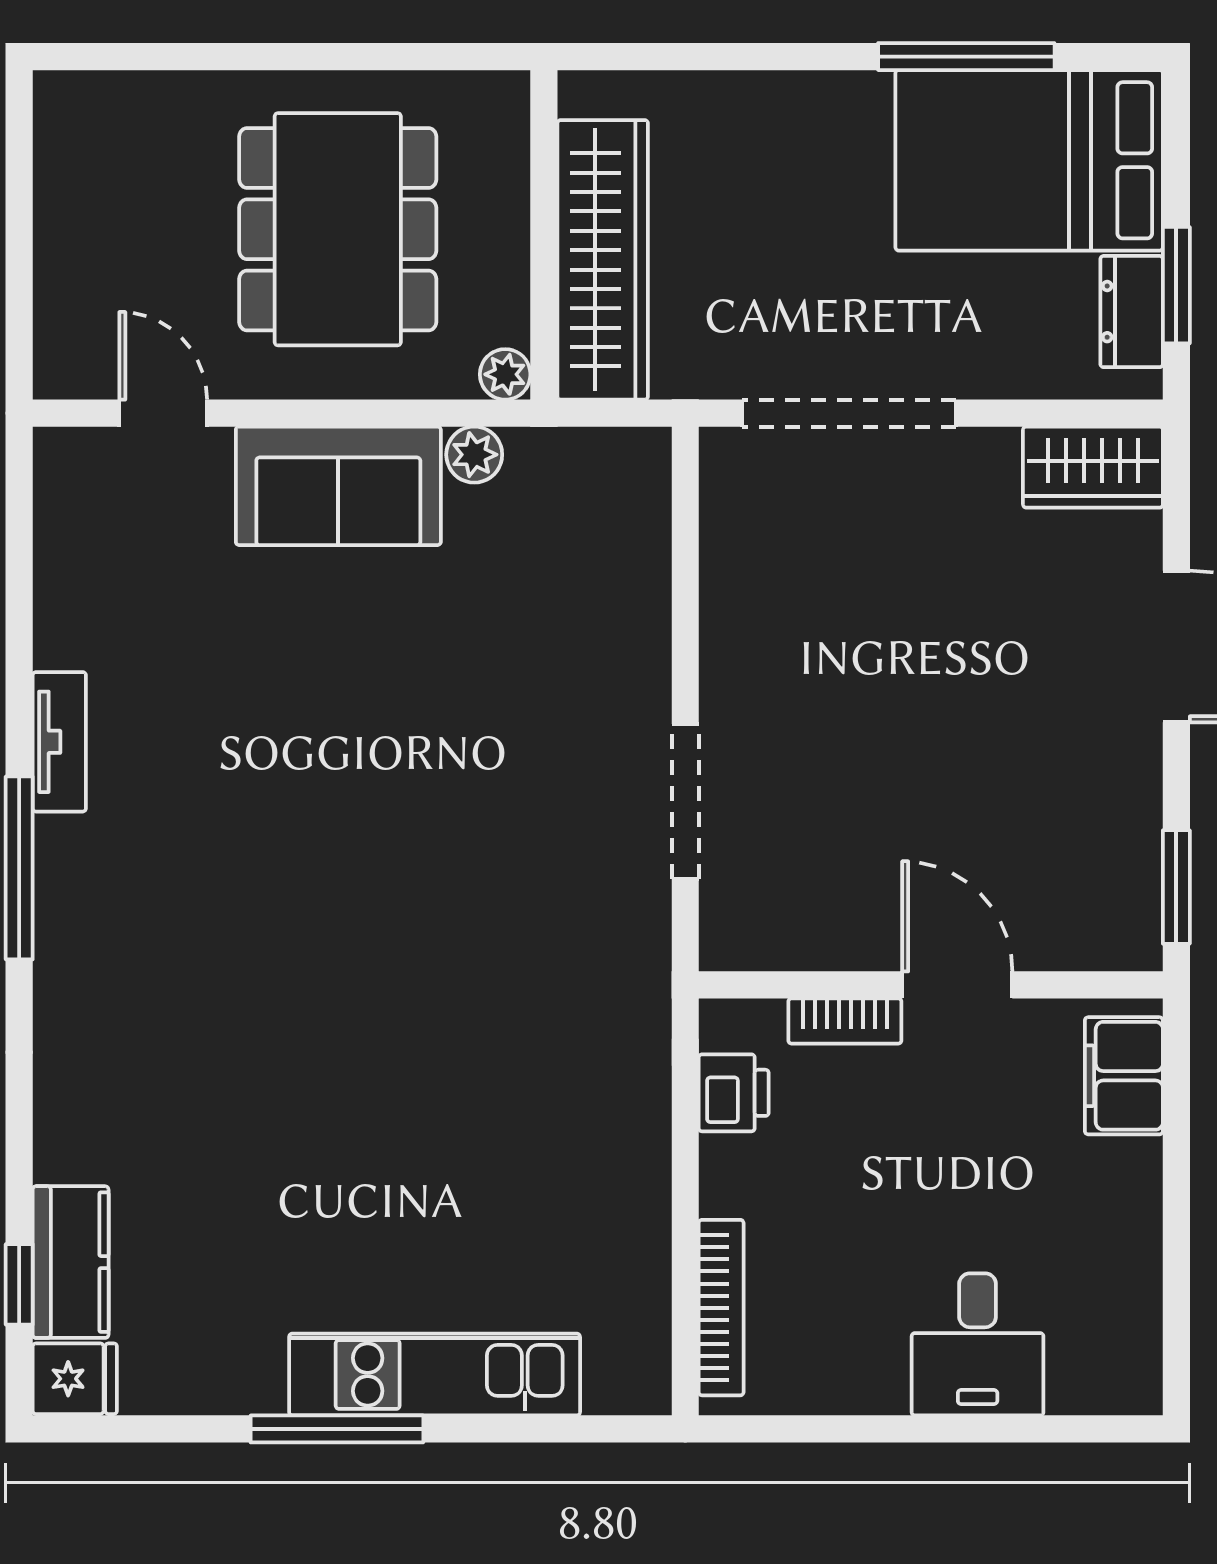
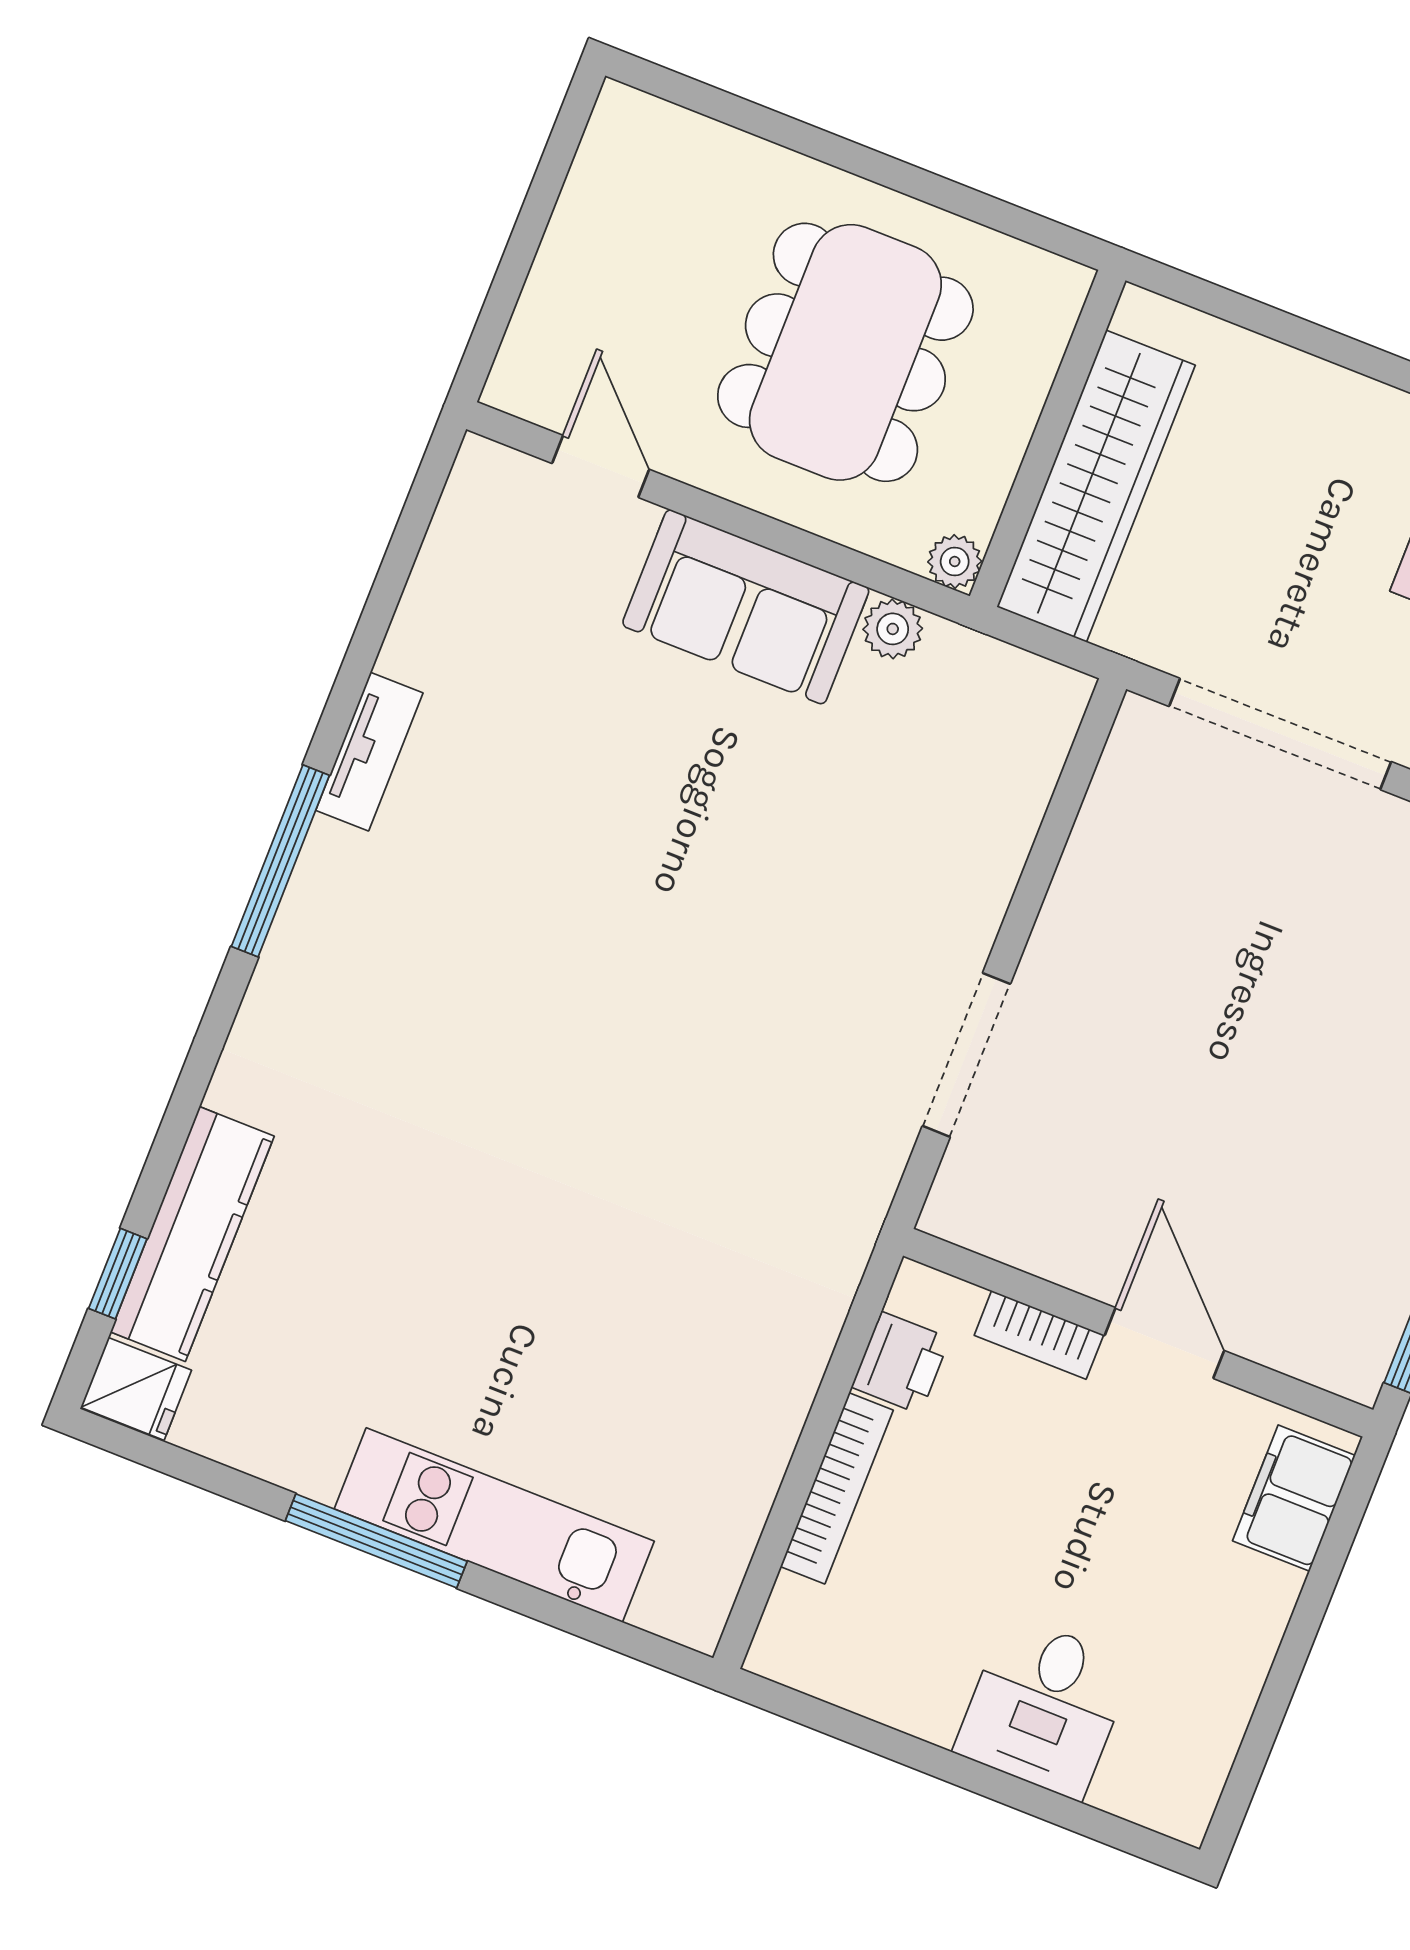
kitchen counter: (71, 1262) -> (192, 1234), width x1.50
bookcase: (721, 1308) -> (837, 1488), moved

